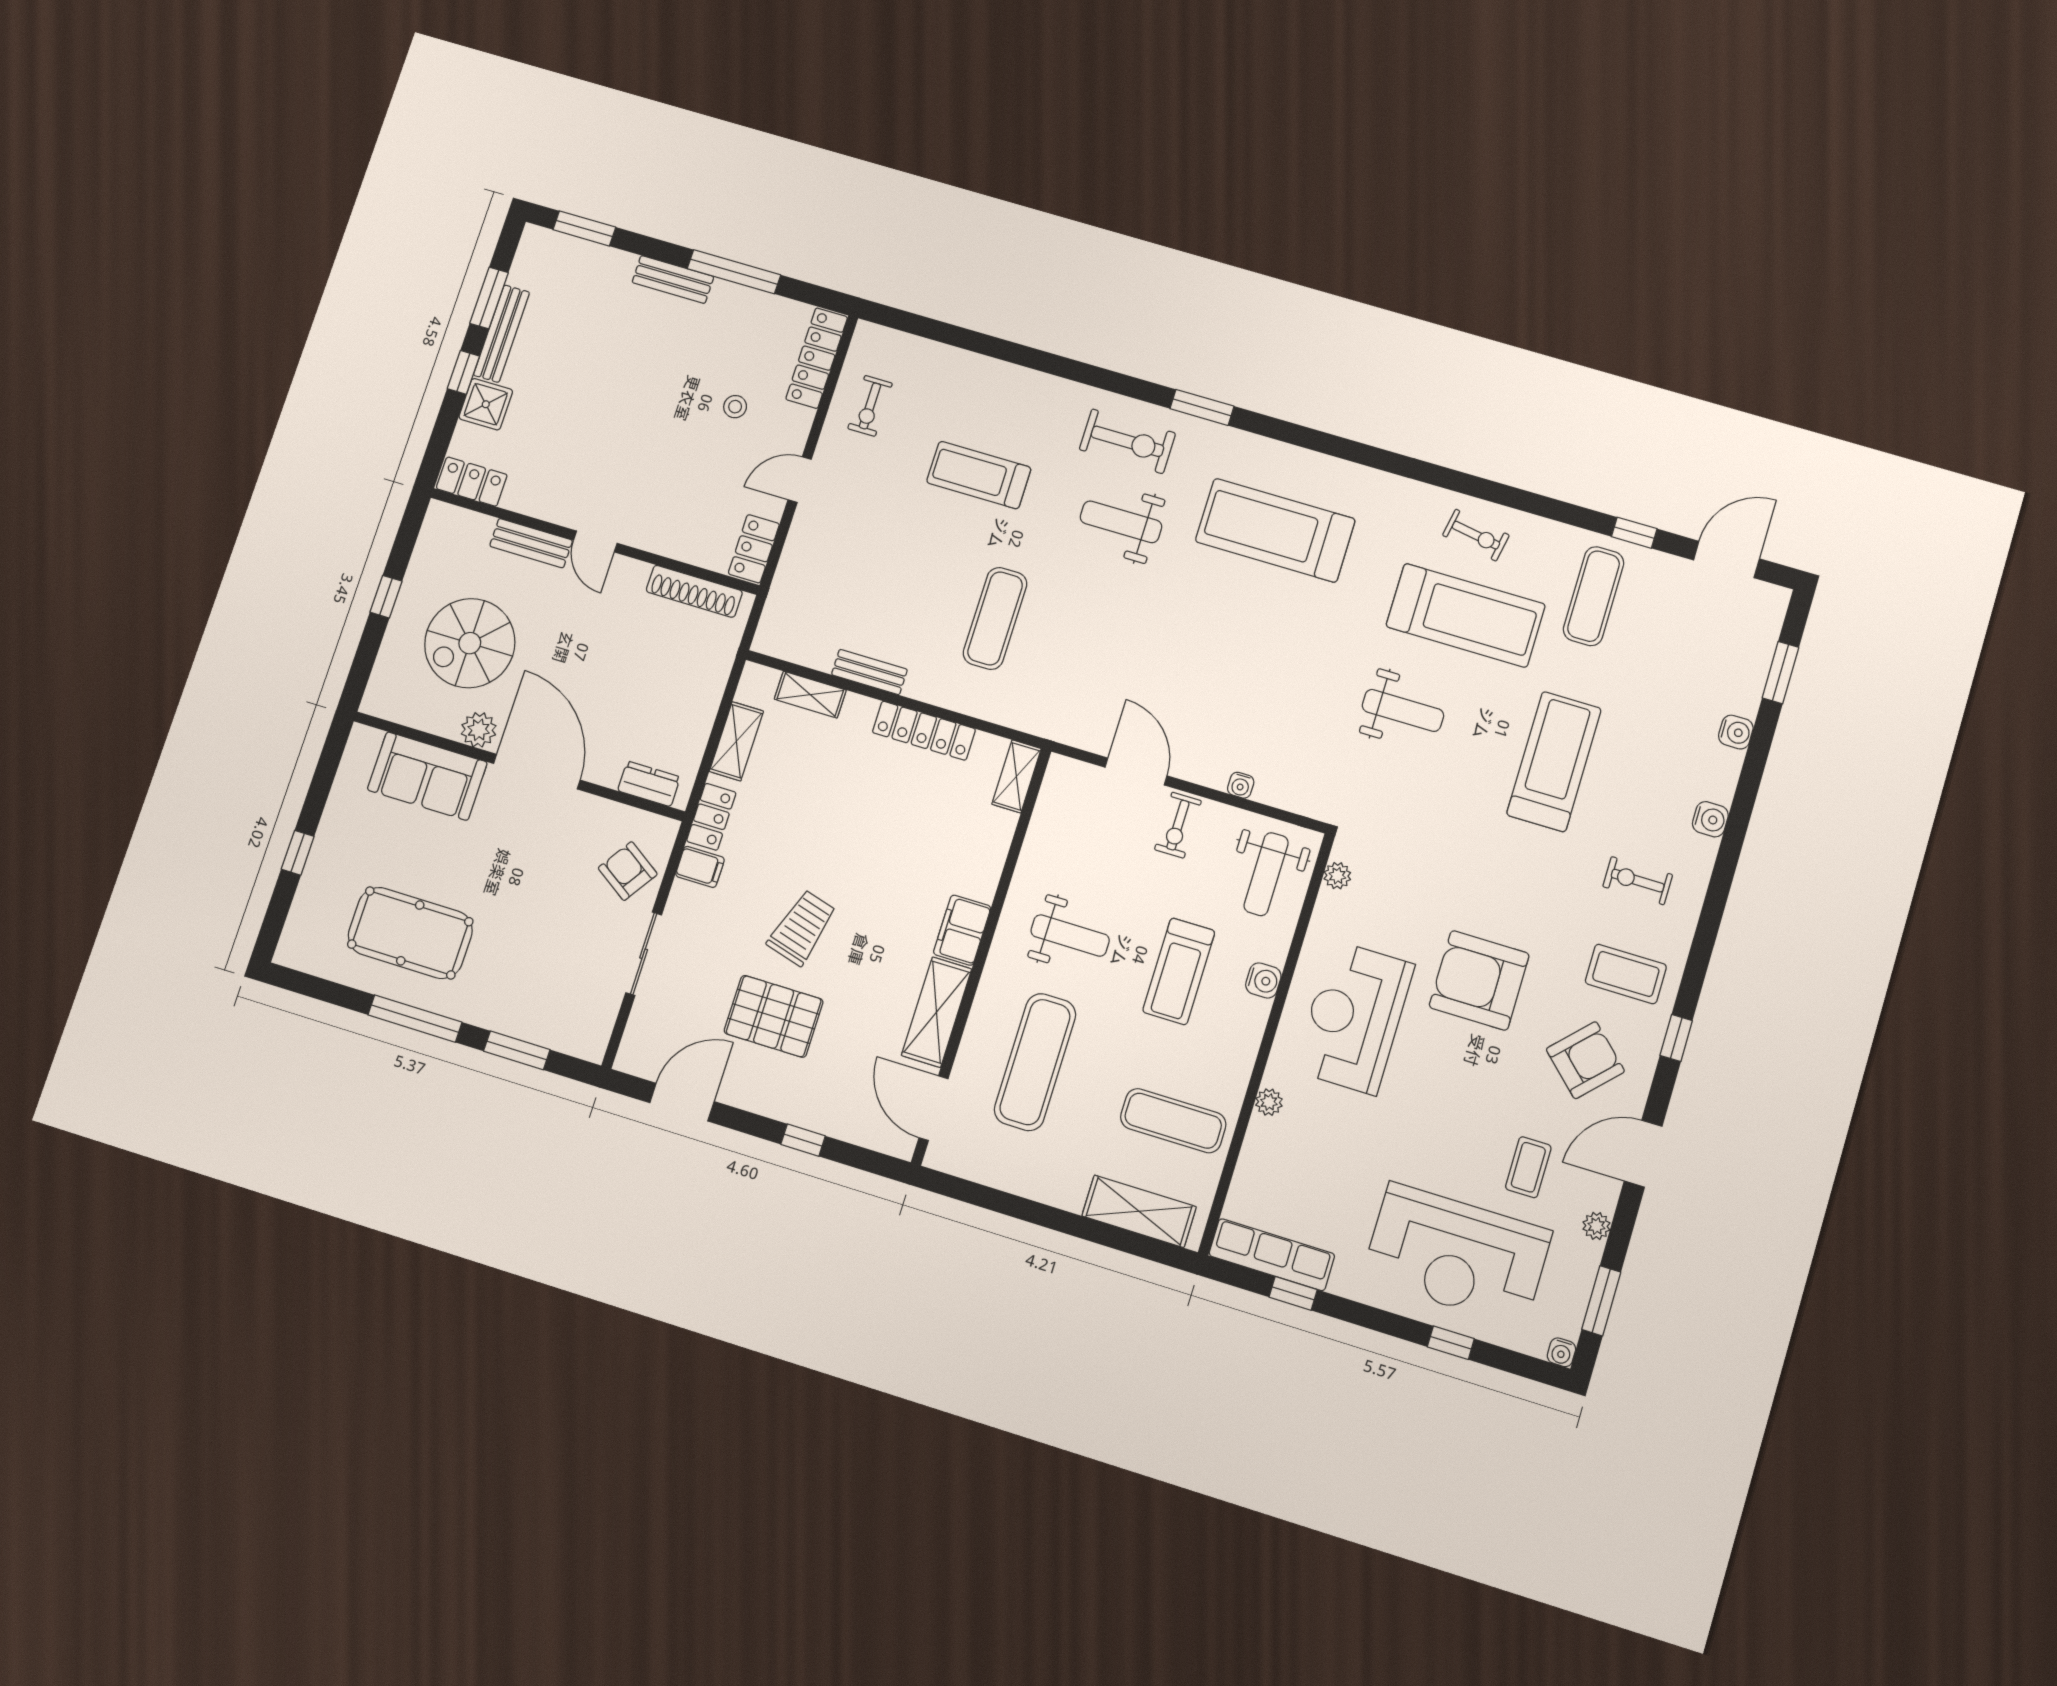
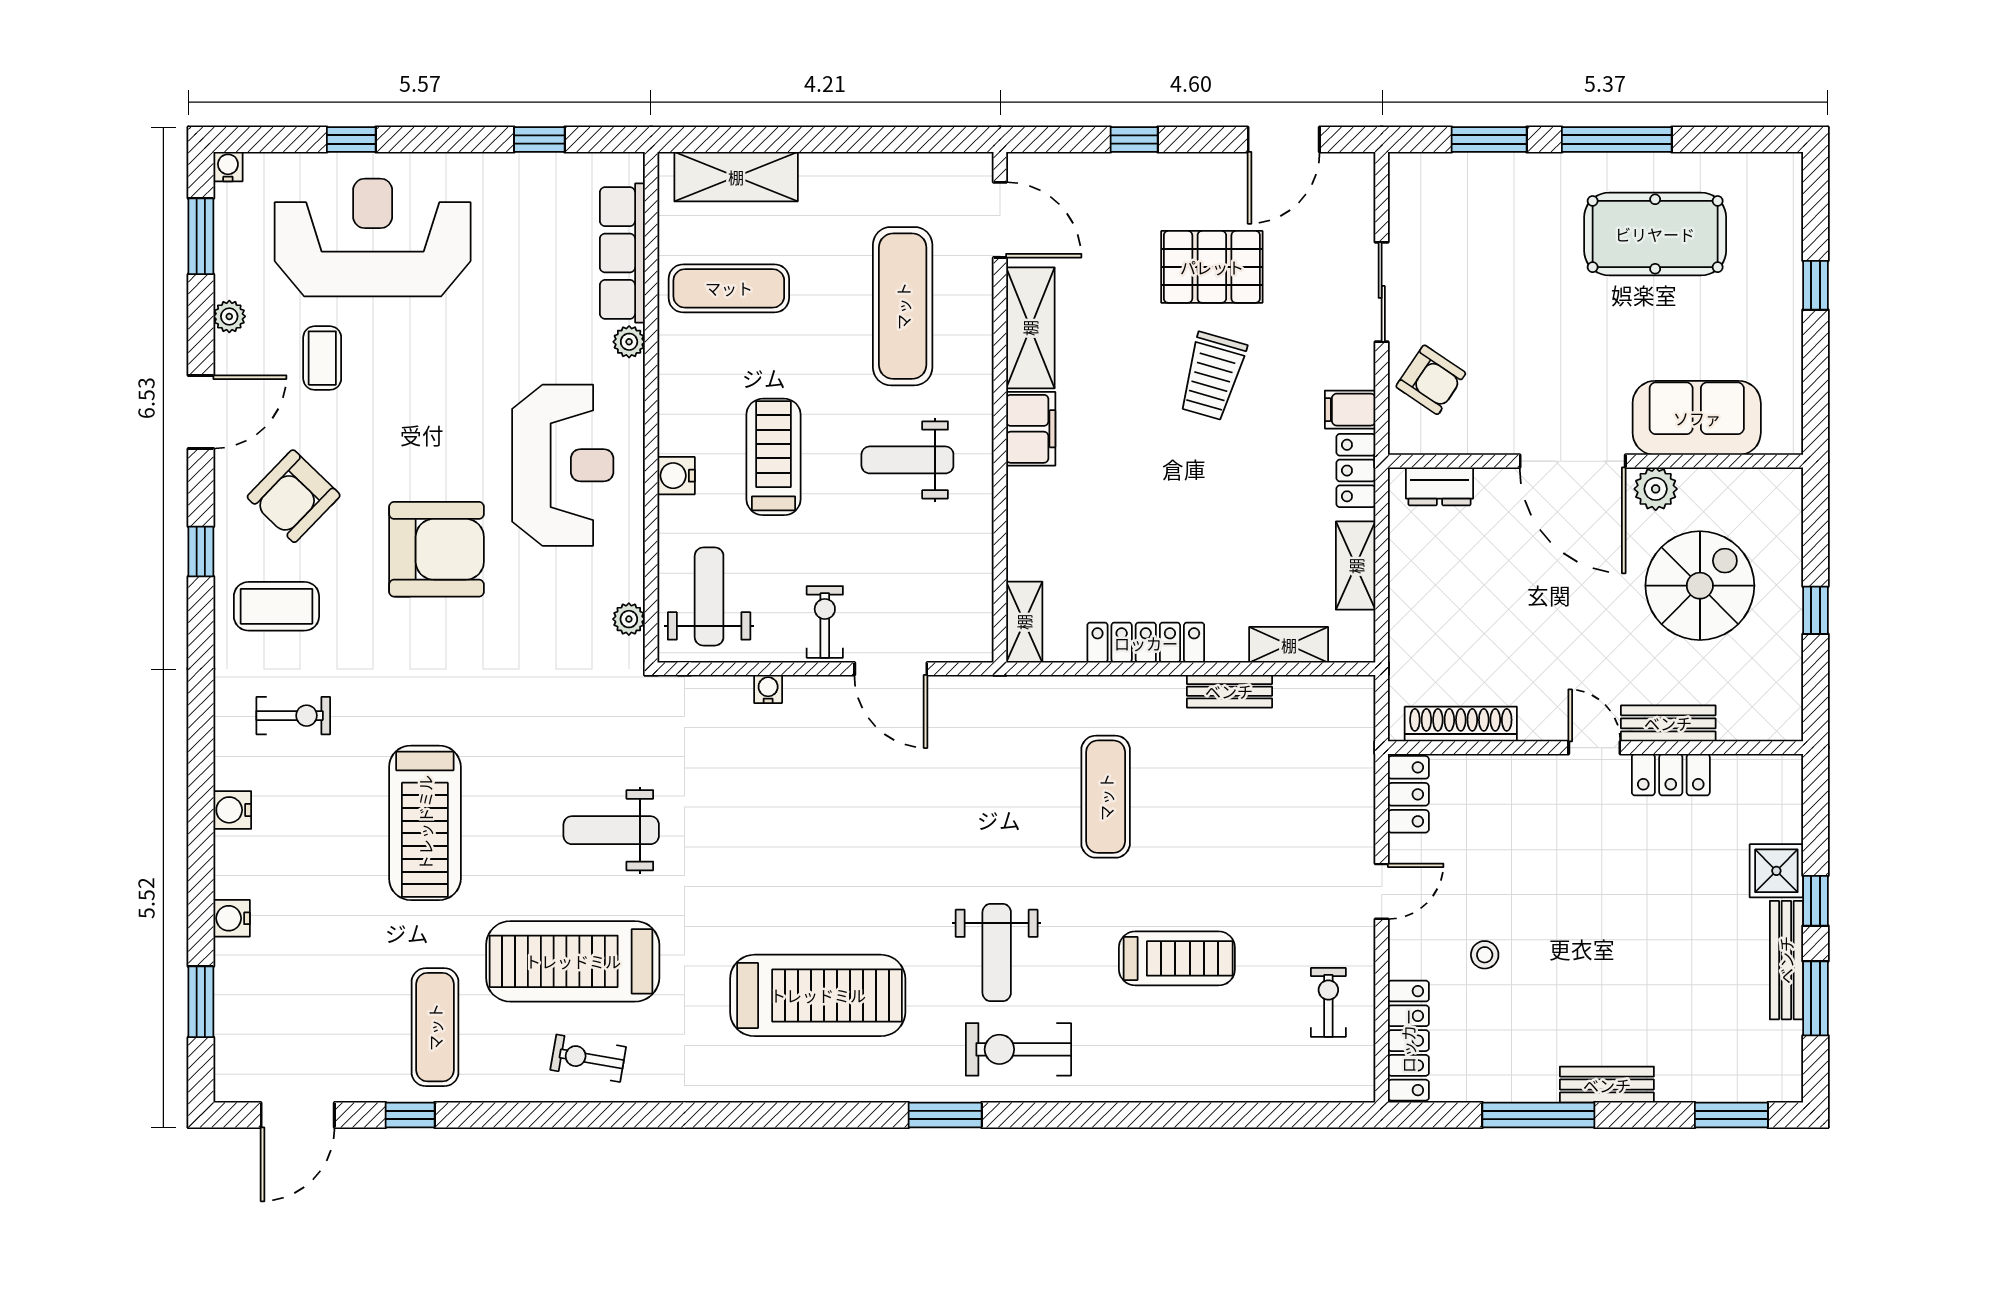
locker: (472, 482) -> (1671, 775), moved
weight bench: (1121, 522) -> (997, 952), turned 90
row of seats: (1272, 1255) -> (622, 253), moved, turned 90

